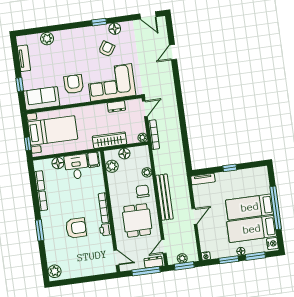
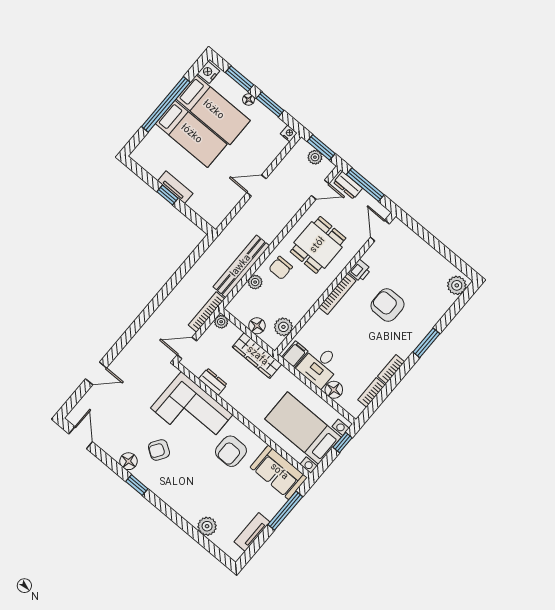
window: (20, 85) -> (285, 511), width x2.17
tv unit: (203, 179) -> (175, 187), moved
bench: (164, 197) -> (241, 266), moved

